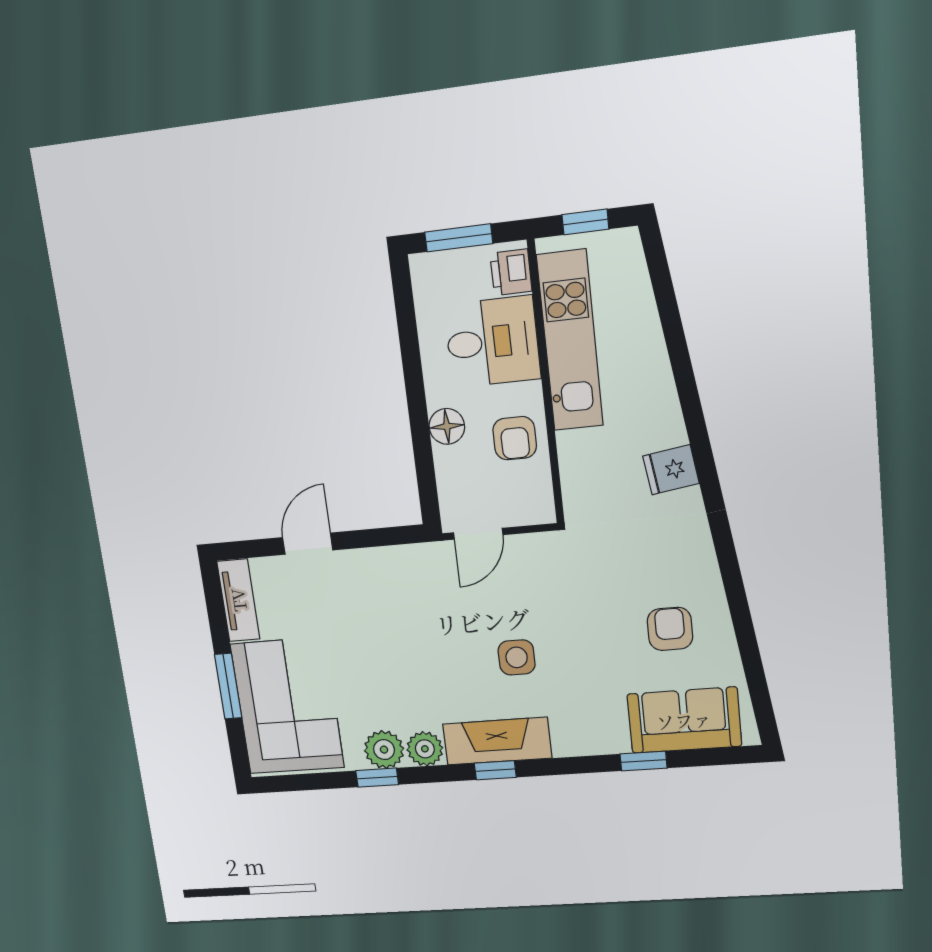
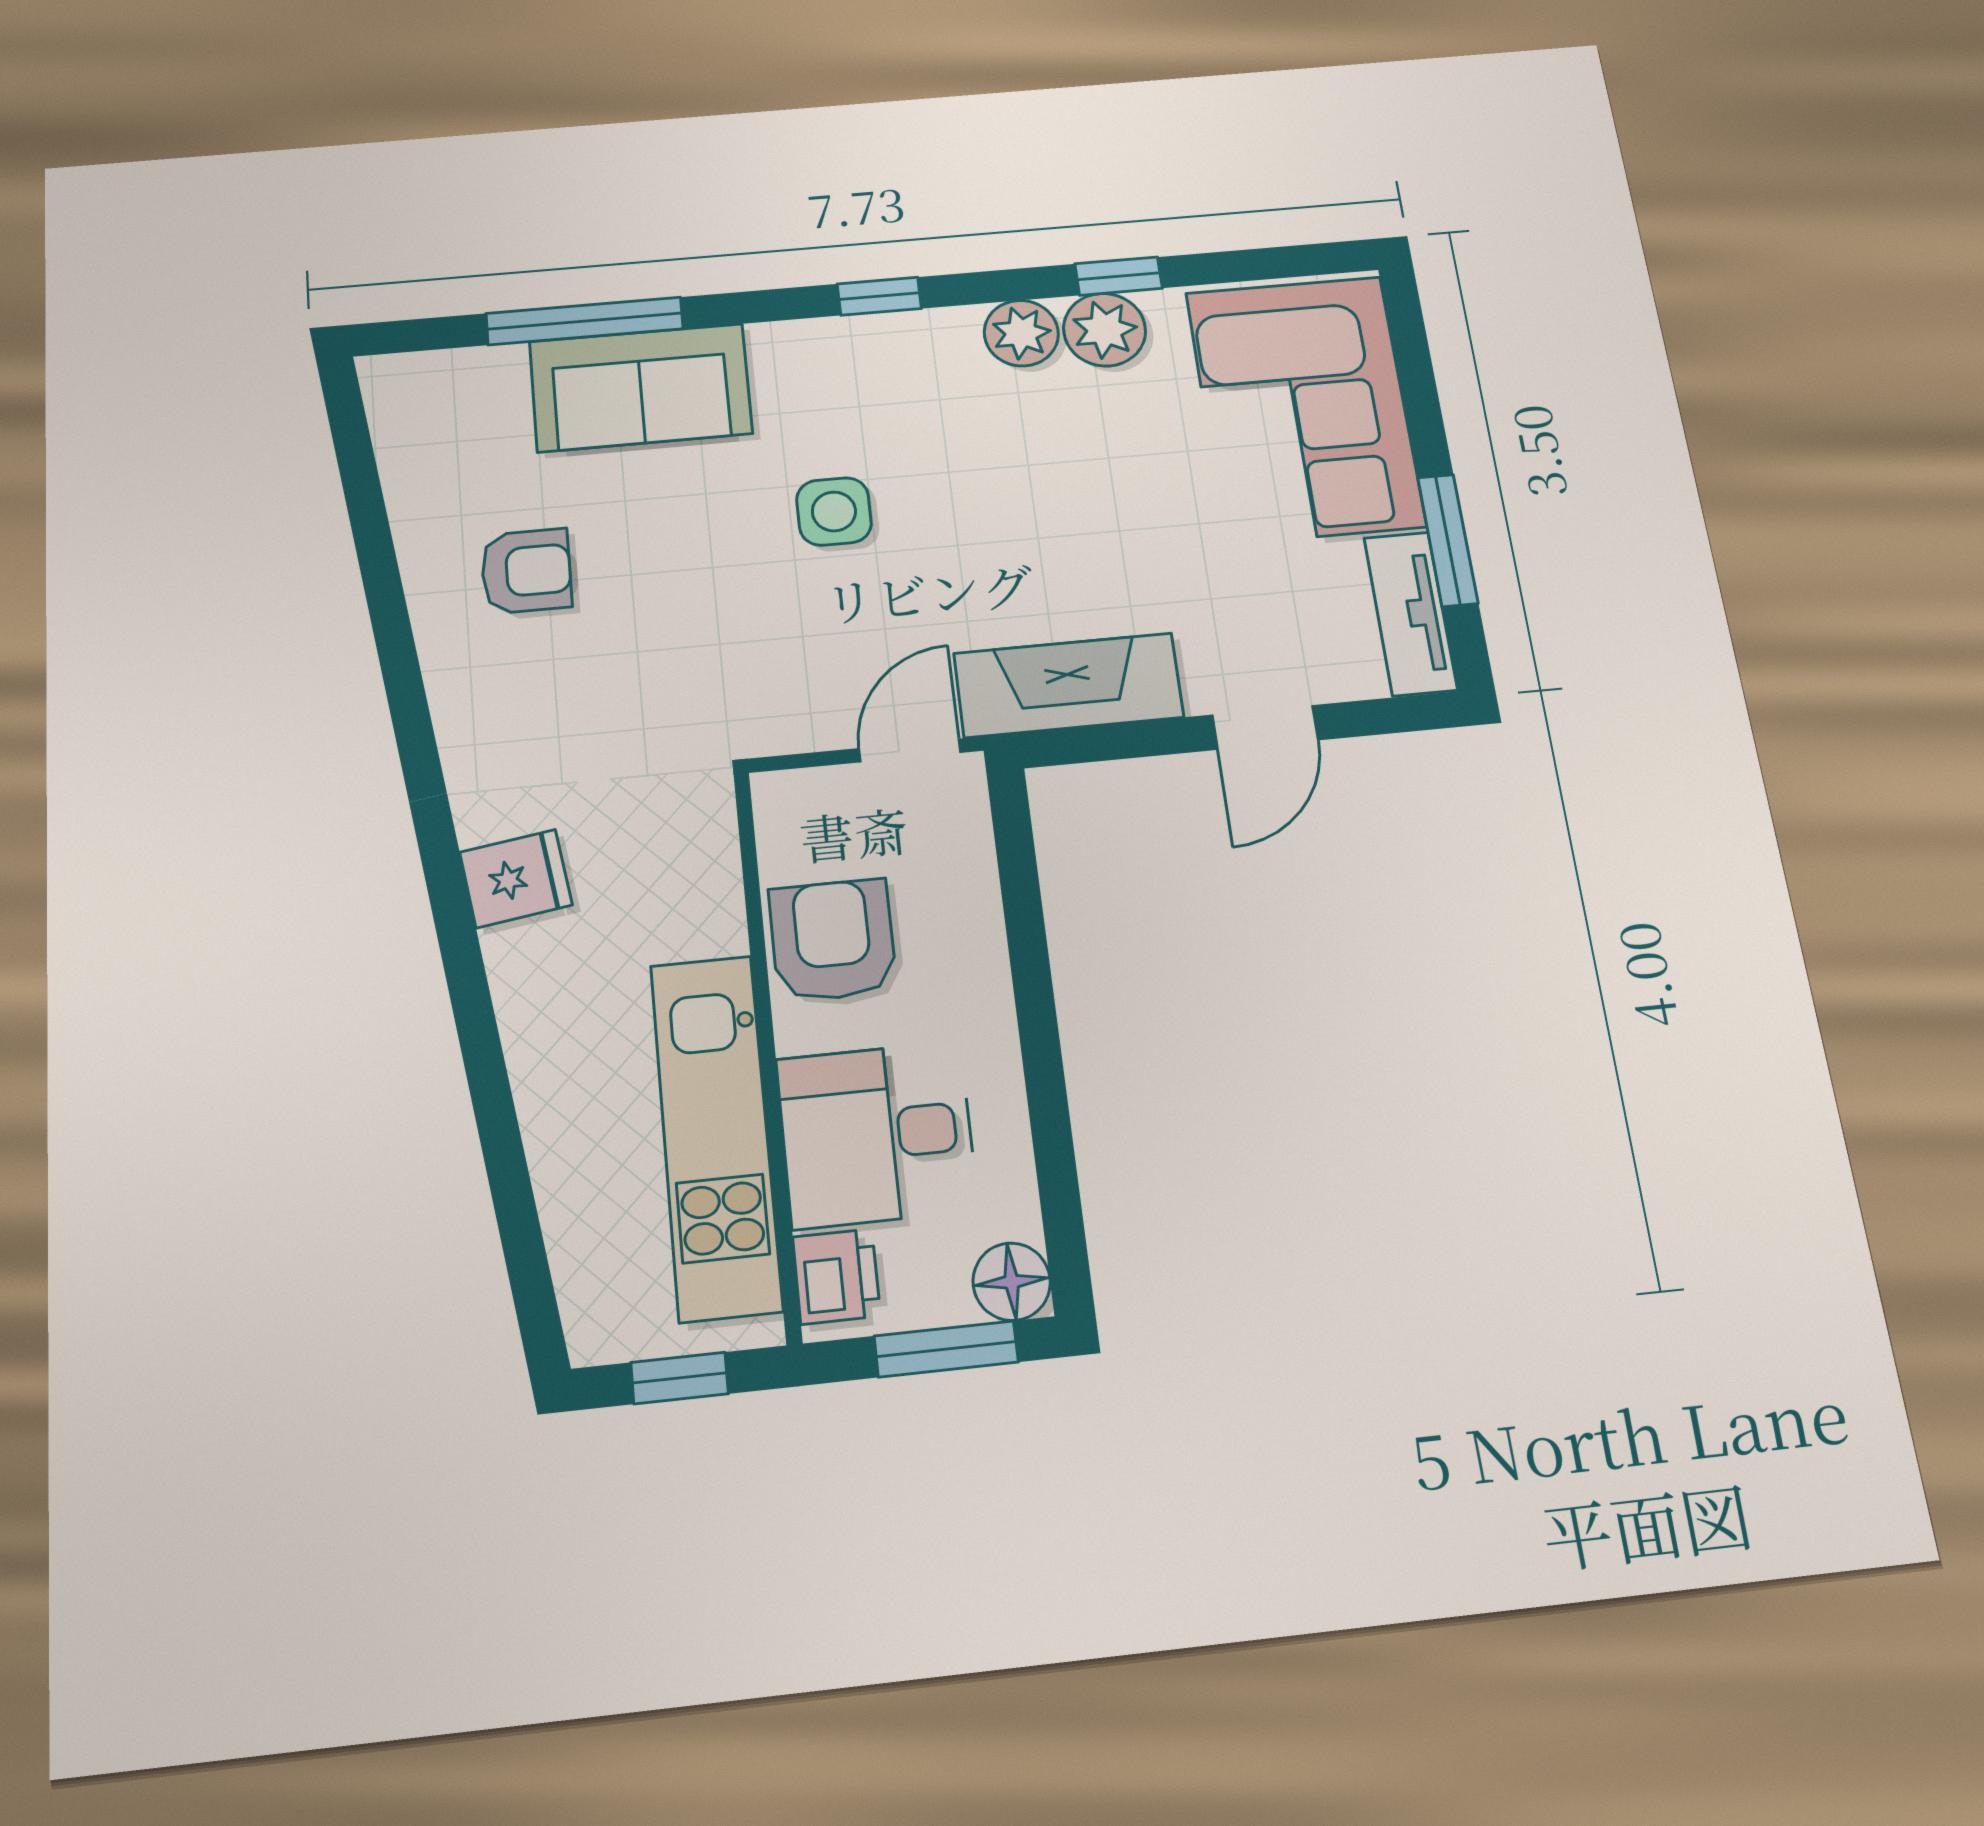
floor lamp: (447, 426) -> (1012, 1282), moved
armchair: (515, 438) -> (833, 940), width x1.38, depth x1.38
armchair: (670, 629) -> (526, 571), turned -90
window: (228, 686) -> (1448, 540), moved
sofa: (684, 720) -> (641, 388), moved
fireplace: (497, 741) -> (1068, 685), moved, turned 180
window: (644, 761) -> (585, 321), width x2.17

